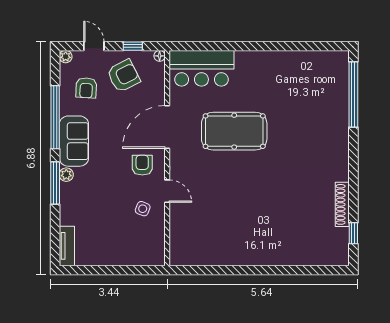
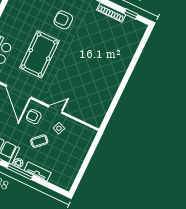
armchair: (299, 142) -> (63, 20), added
coffee table: (111, 189) -> (39, 141), added
tv unit: (67, 246) -> (38, 172), moved

